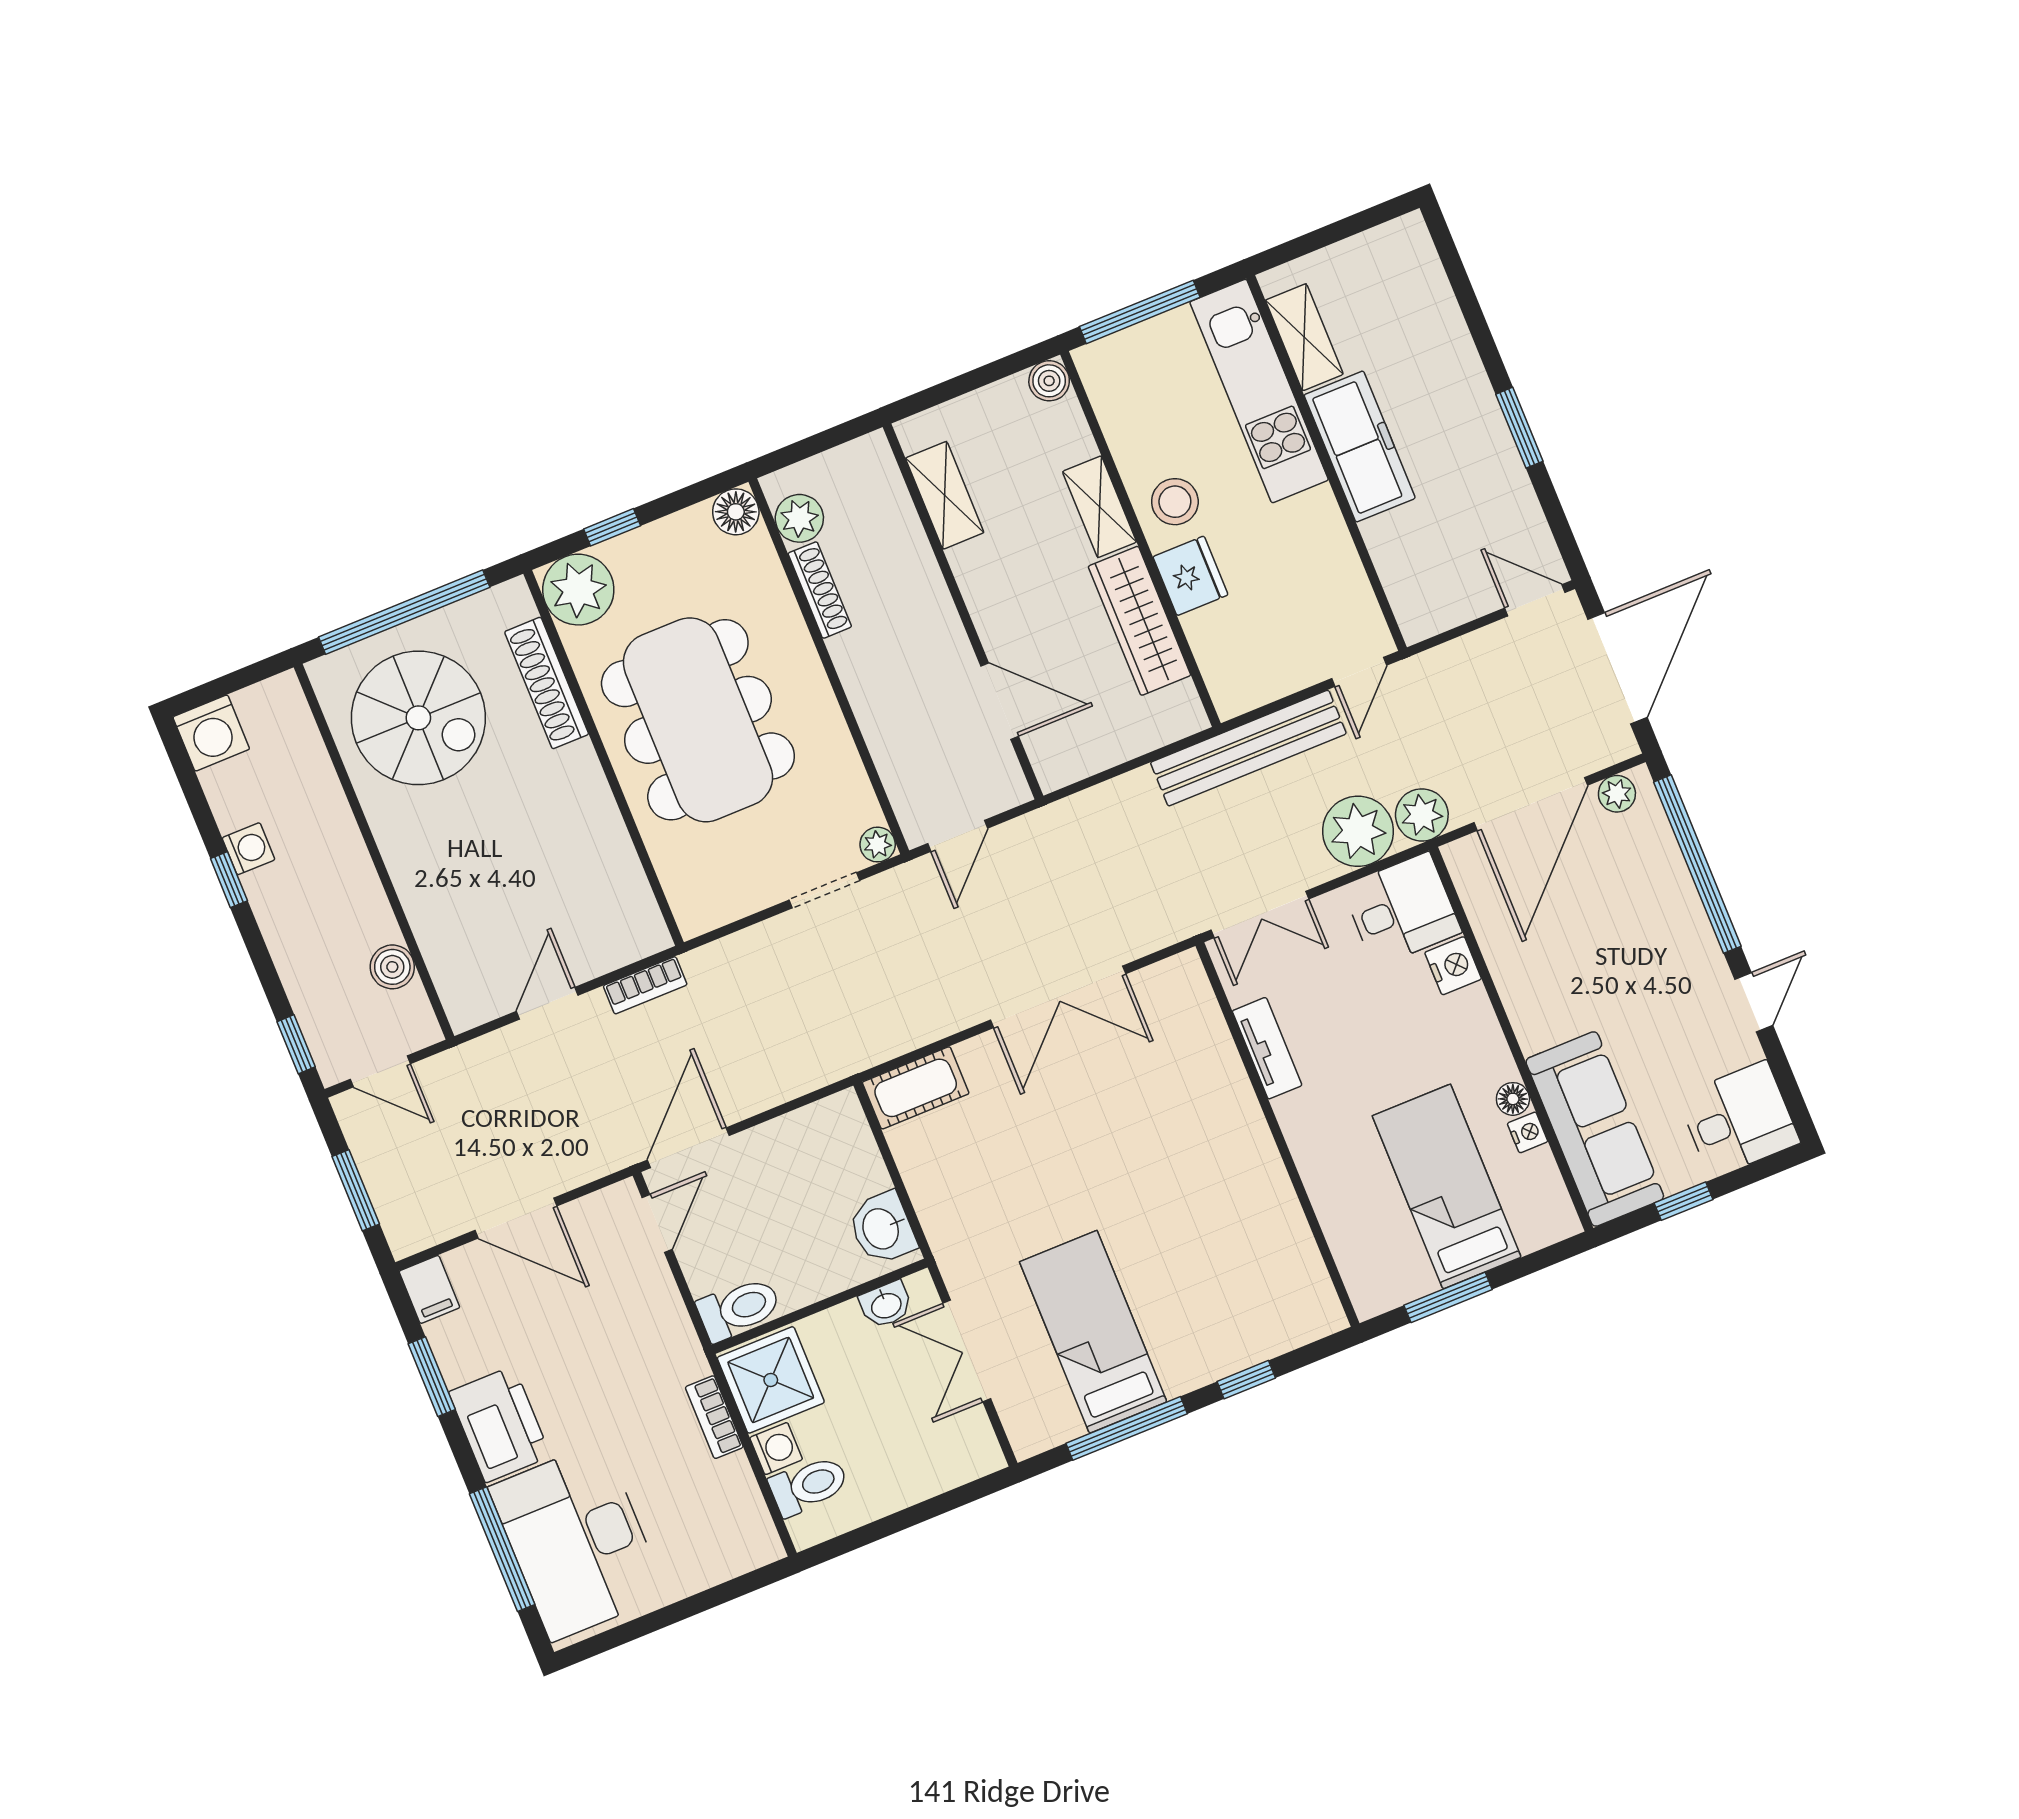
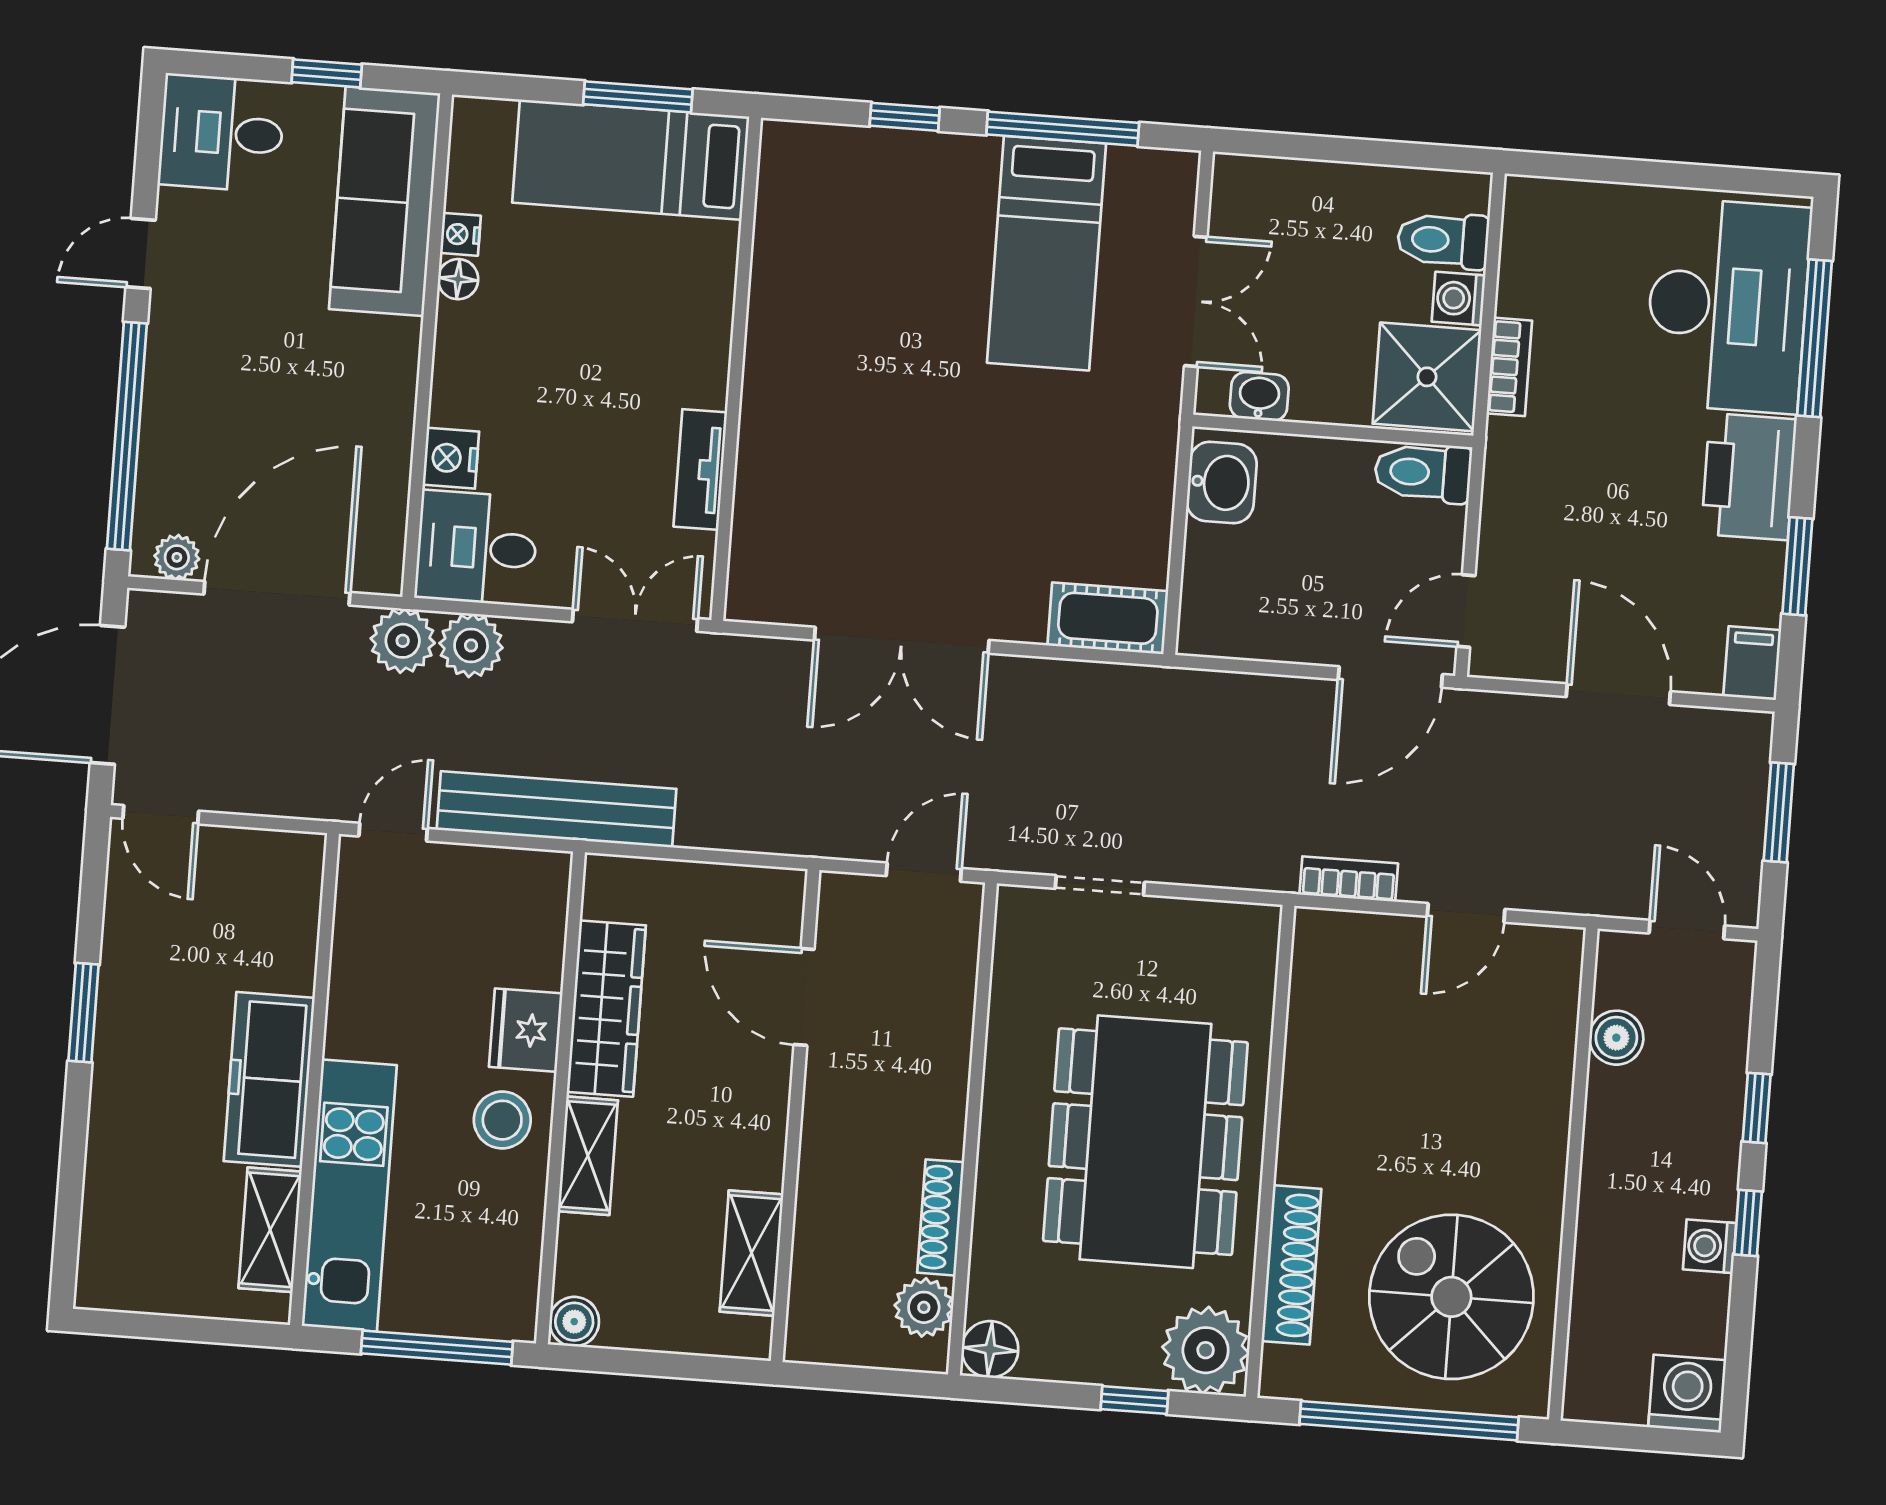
plant: (1358, 831) -> (471, 645), width x0.73, depth x0.73
plant: (878, 845) -> (1016, 906), removed
double door: (1058, 997) -> (902, 640), swing flipped
window: (296, 1044) -> (1757, 1108), moved
bed: (1447, 1187) -> (631, 160), moved, turned 90

